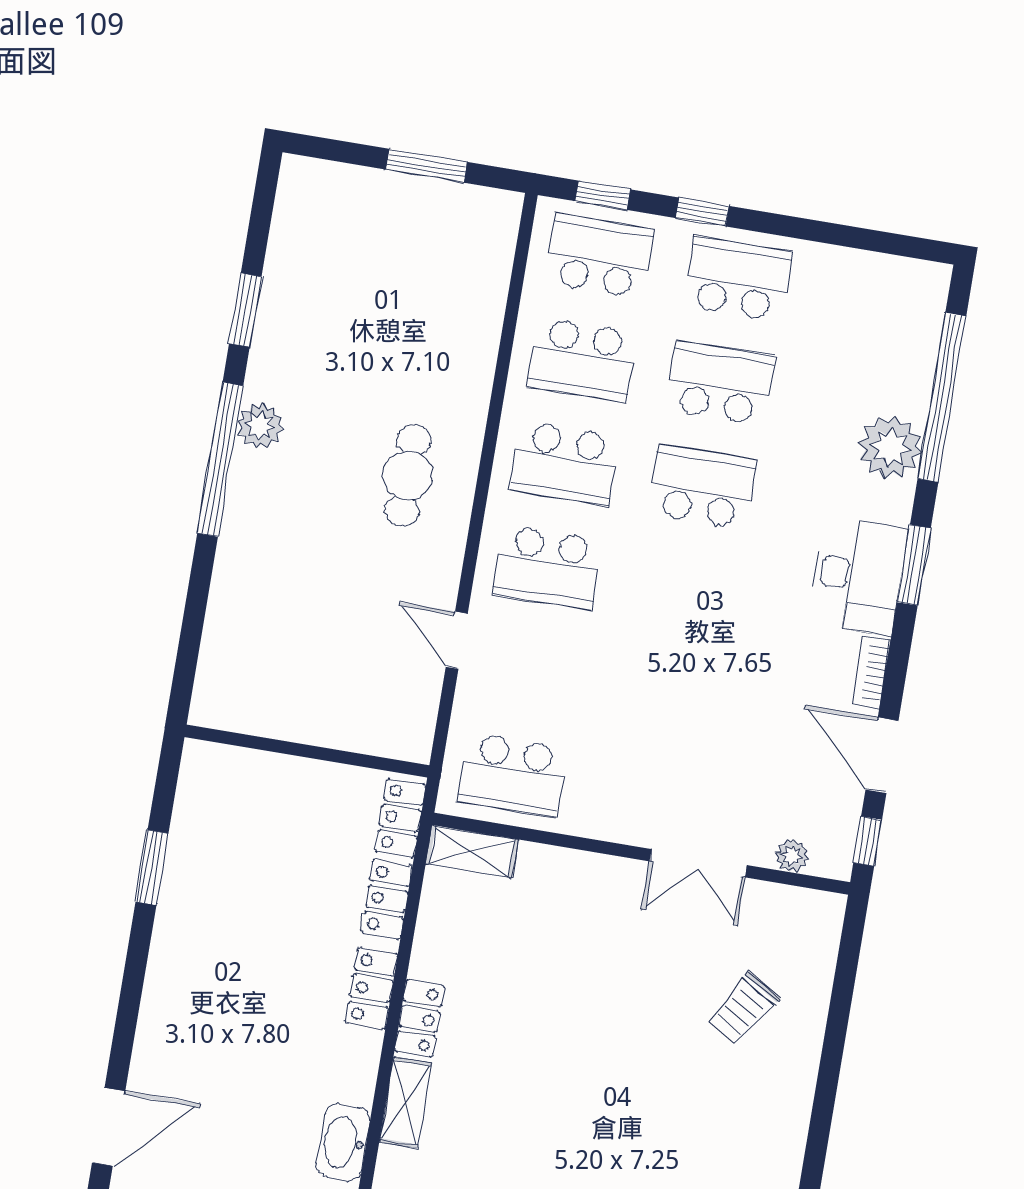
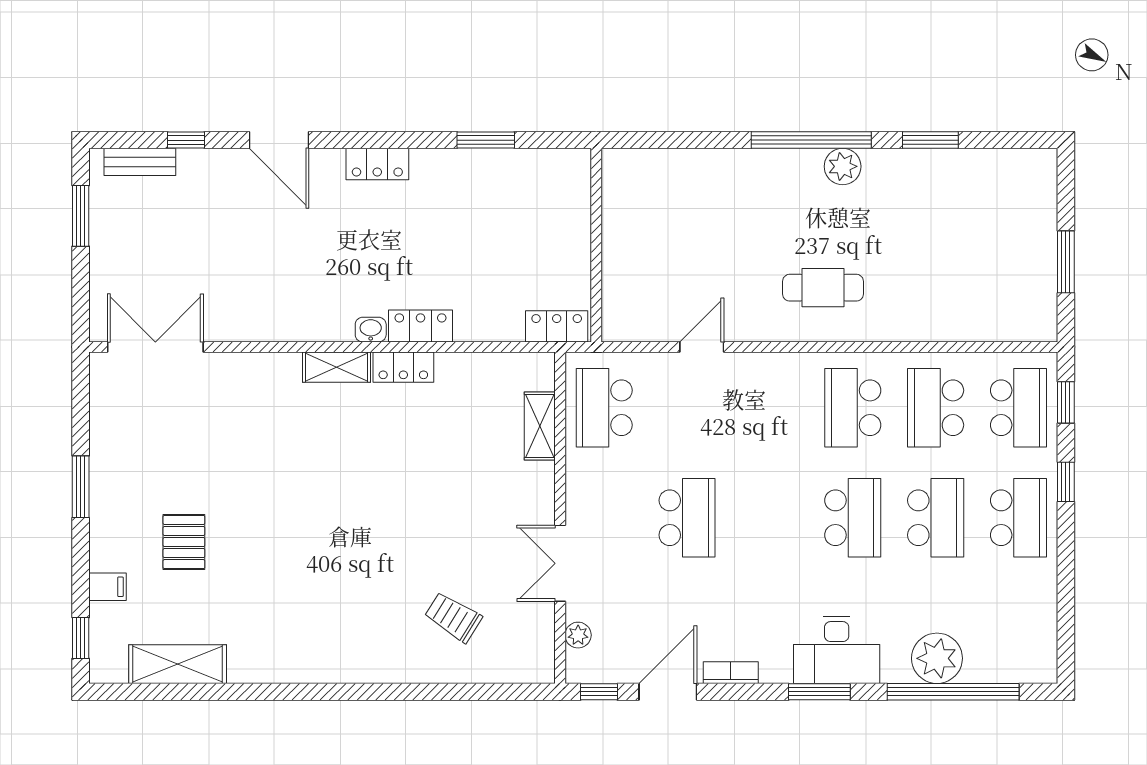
plant: (890, 447) -> (937, 658), moved
school desk: (547, 567) -> (687, 518), moved, turned 180
desk: (858, 576) -> (837, 650), moved
shelving: (472, 852) -> (540, 426), moved
locker: (387, 899) -> (377, 164), moved, turned 180
washbasin: (343, 1142) -> (371, 330), moved, width x0.52, depth x0.69

